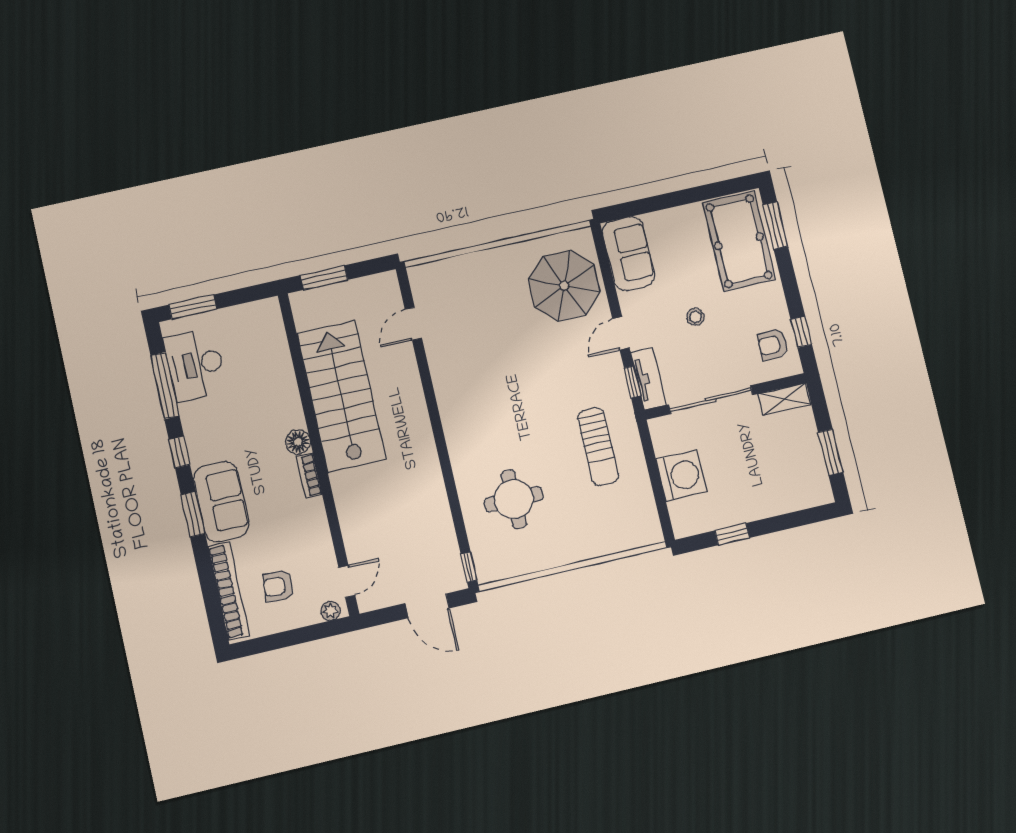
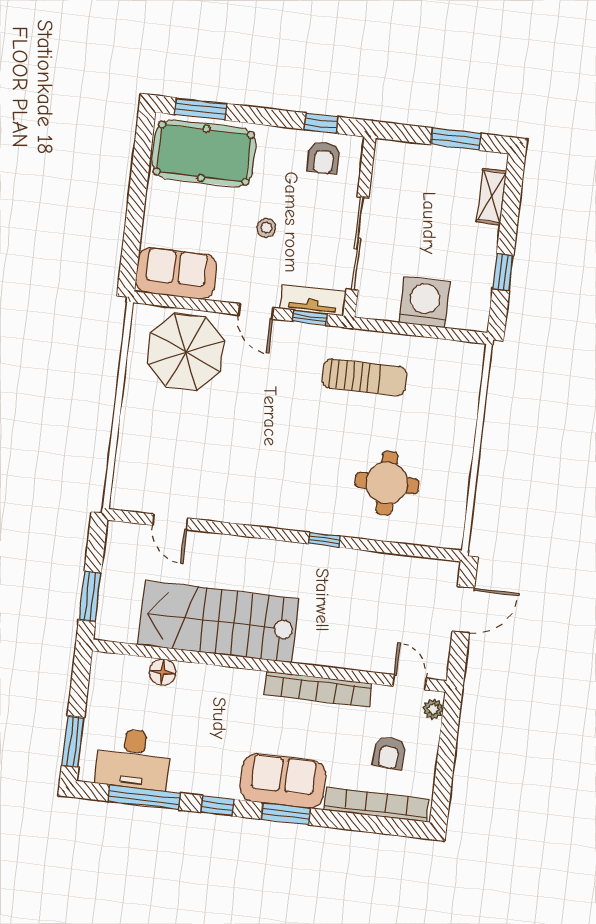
shelving: (784, 399) -> (491, 196), moved
floor lamp: (298, 442) -> (162, 672), moved
bookcase: (309, 476) -> (318, 689), width x2.31, depth x1.31
window: (469, 567) -> (324, 540), moved

